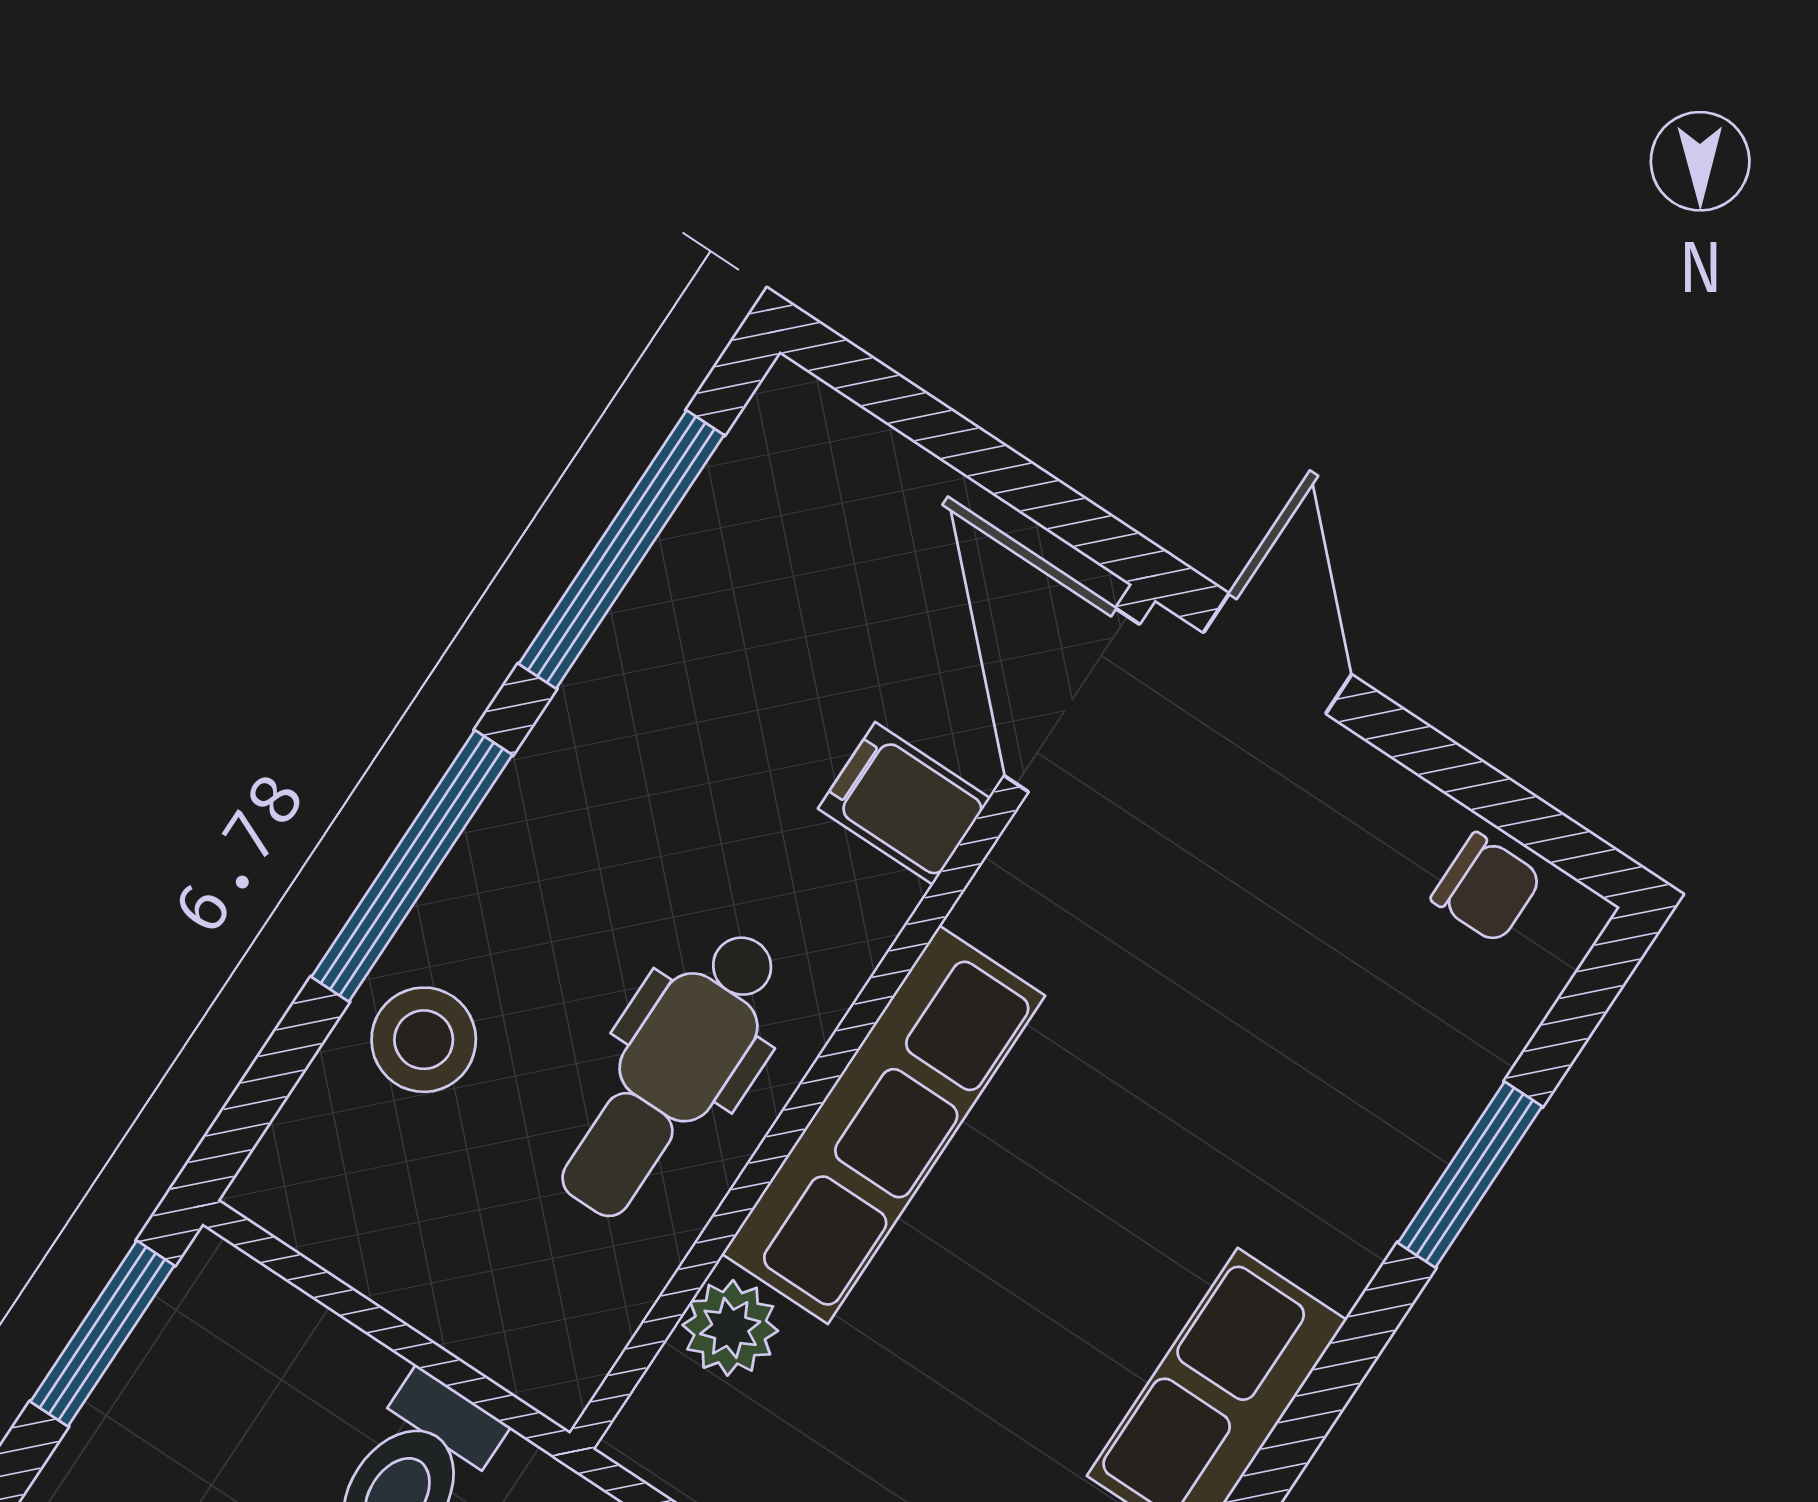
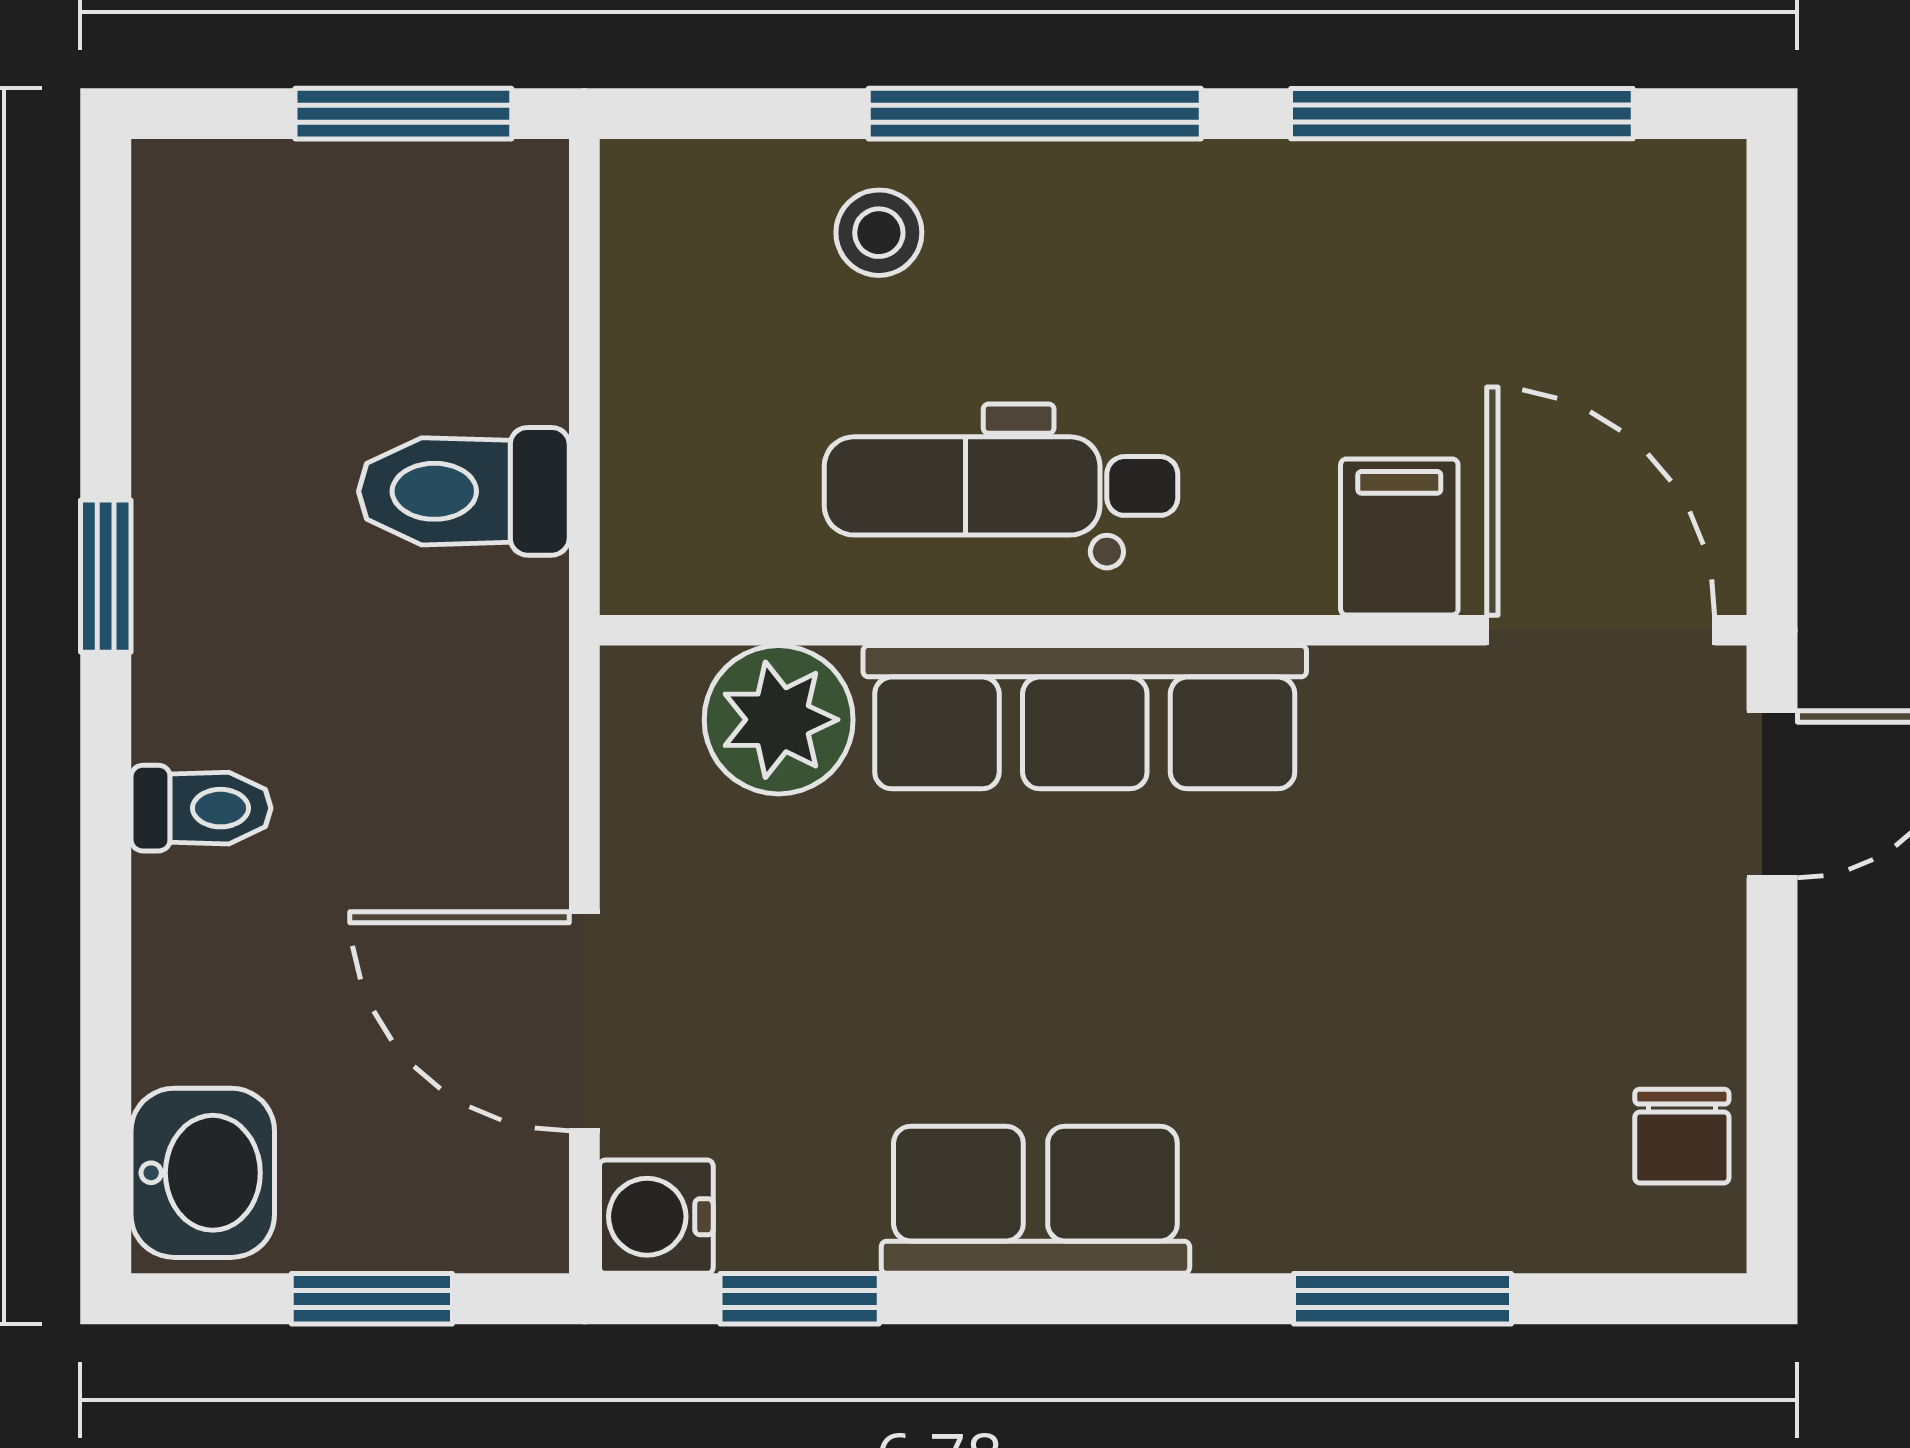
door: (1072, 700) -> (1601, 630), hinge flipped
stool: (424, 1040) -> (879, 233), width x0.73, depth x0.73
plant: (730, 1328) -> (779, 720), width x1.38, depth x1.38

